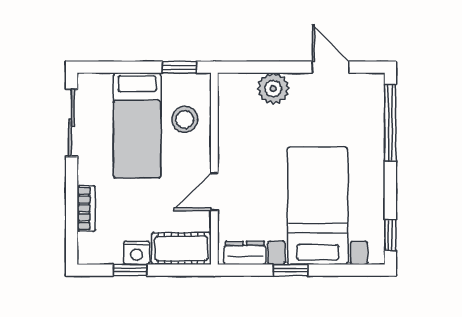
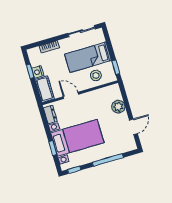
window: (390, 123) -> (108, 160), moved
window: (291, 270) -> (53, 148), moved

